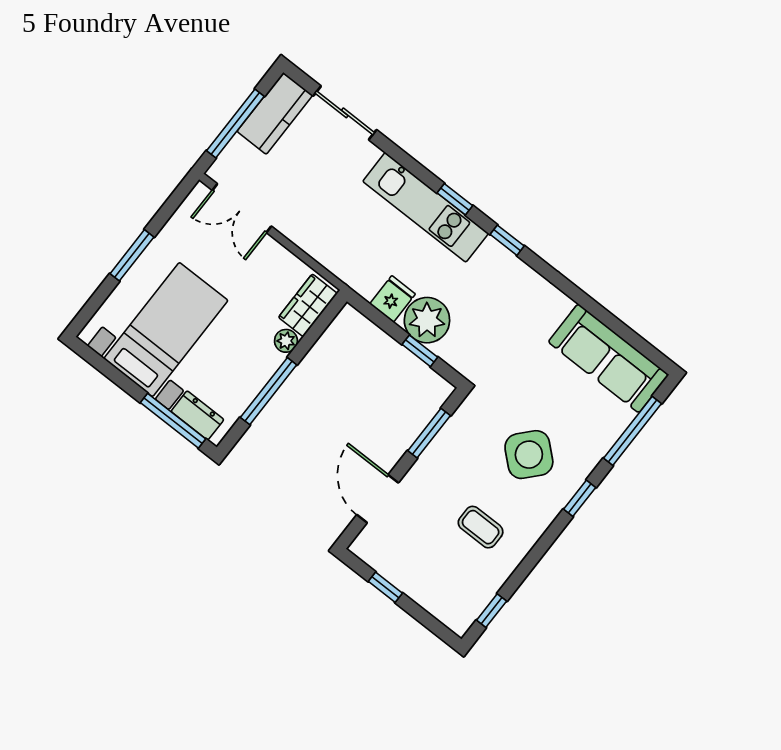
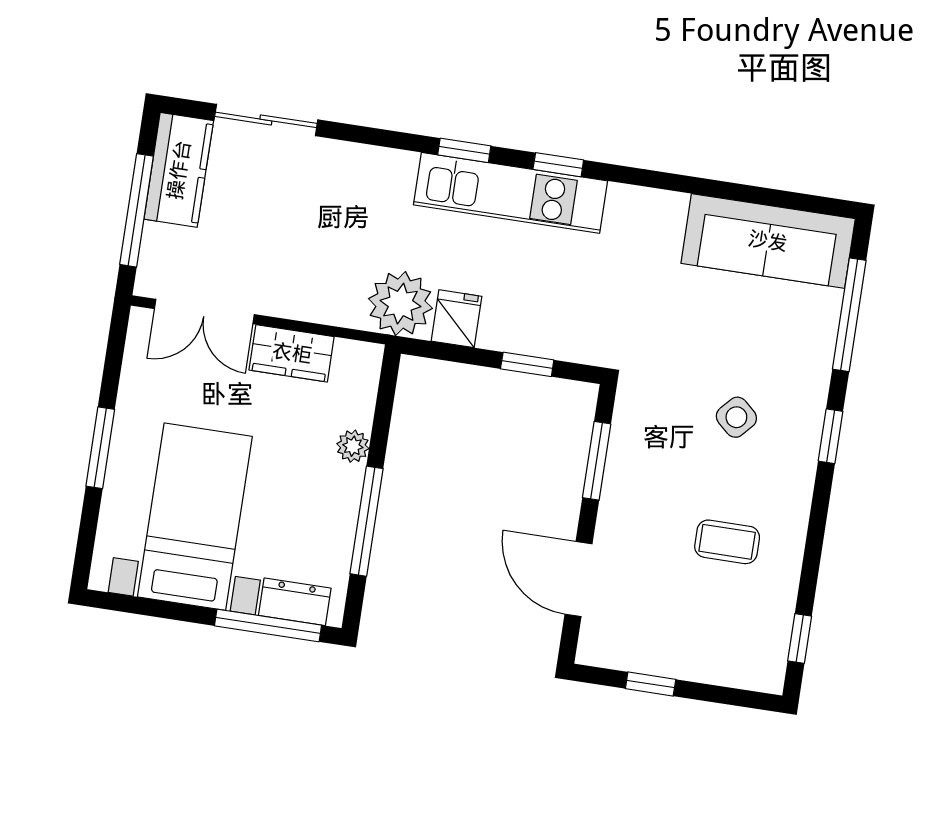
kitchen unit: (426, 207) -> (511, 193), moved
wardrobe: (308, 305) -> (292, 353), moved, turned -90
plant: (427, 320) -> (400, 304), moved
side table: (529, 455) -> (736, 417), width x0.54, depth x0.54

